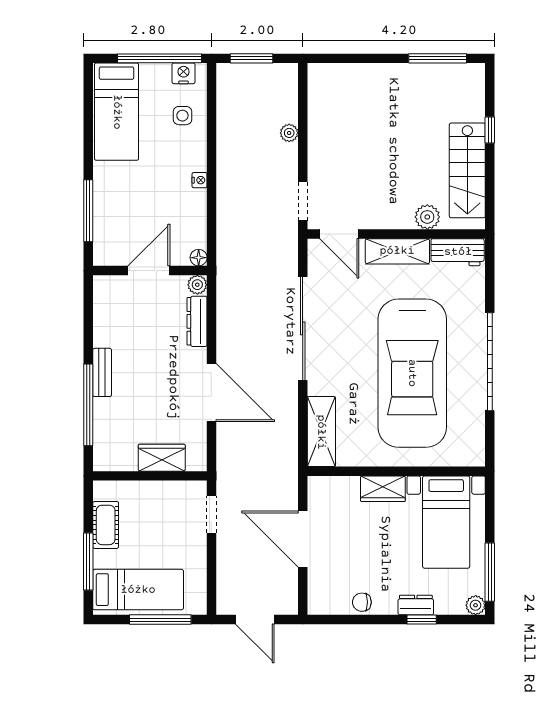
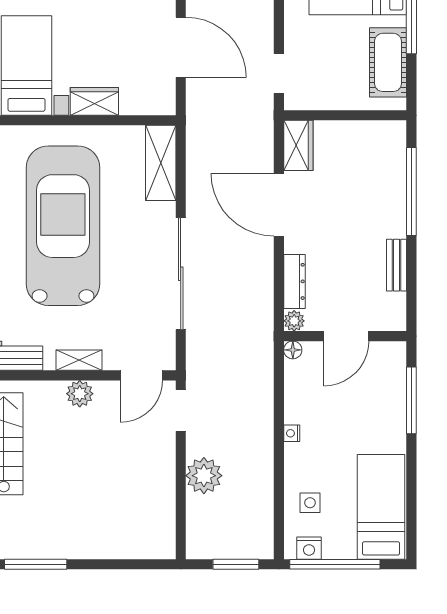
plant: (289, 133) -> (204, 476), width x1.87, depth x1.87
plant: (427, 217) -> (80, 394), moved
door: (339, 234) -> (141, 375), swing flipped
shelving: (397, 251) -> (79, 360), width x0.67, depth x0.75
bench: (102, 372) -> (397, 265), moved
wardrobe: (162, 458) -> (298, 145), moved, turned -90
cot: (106, 525) -> (388, 62), width x1.37, depth x1.34

